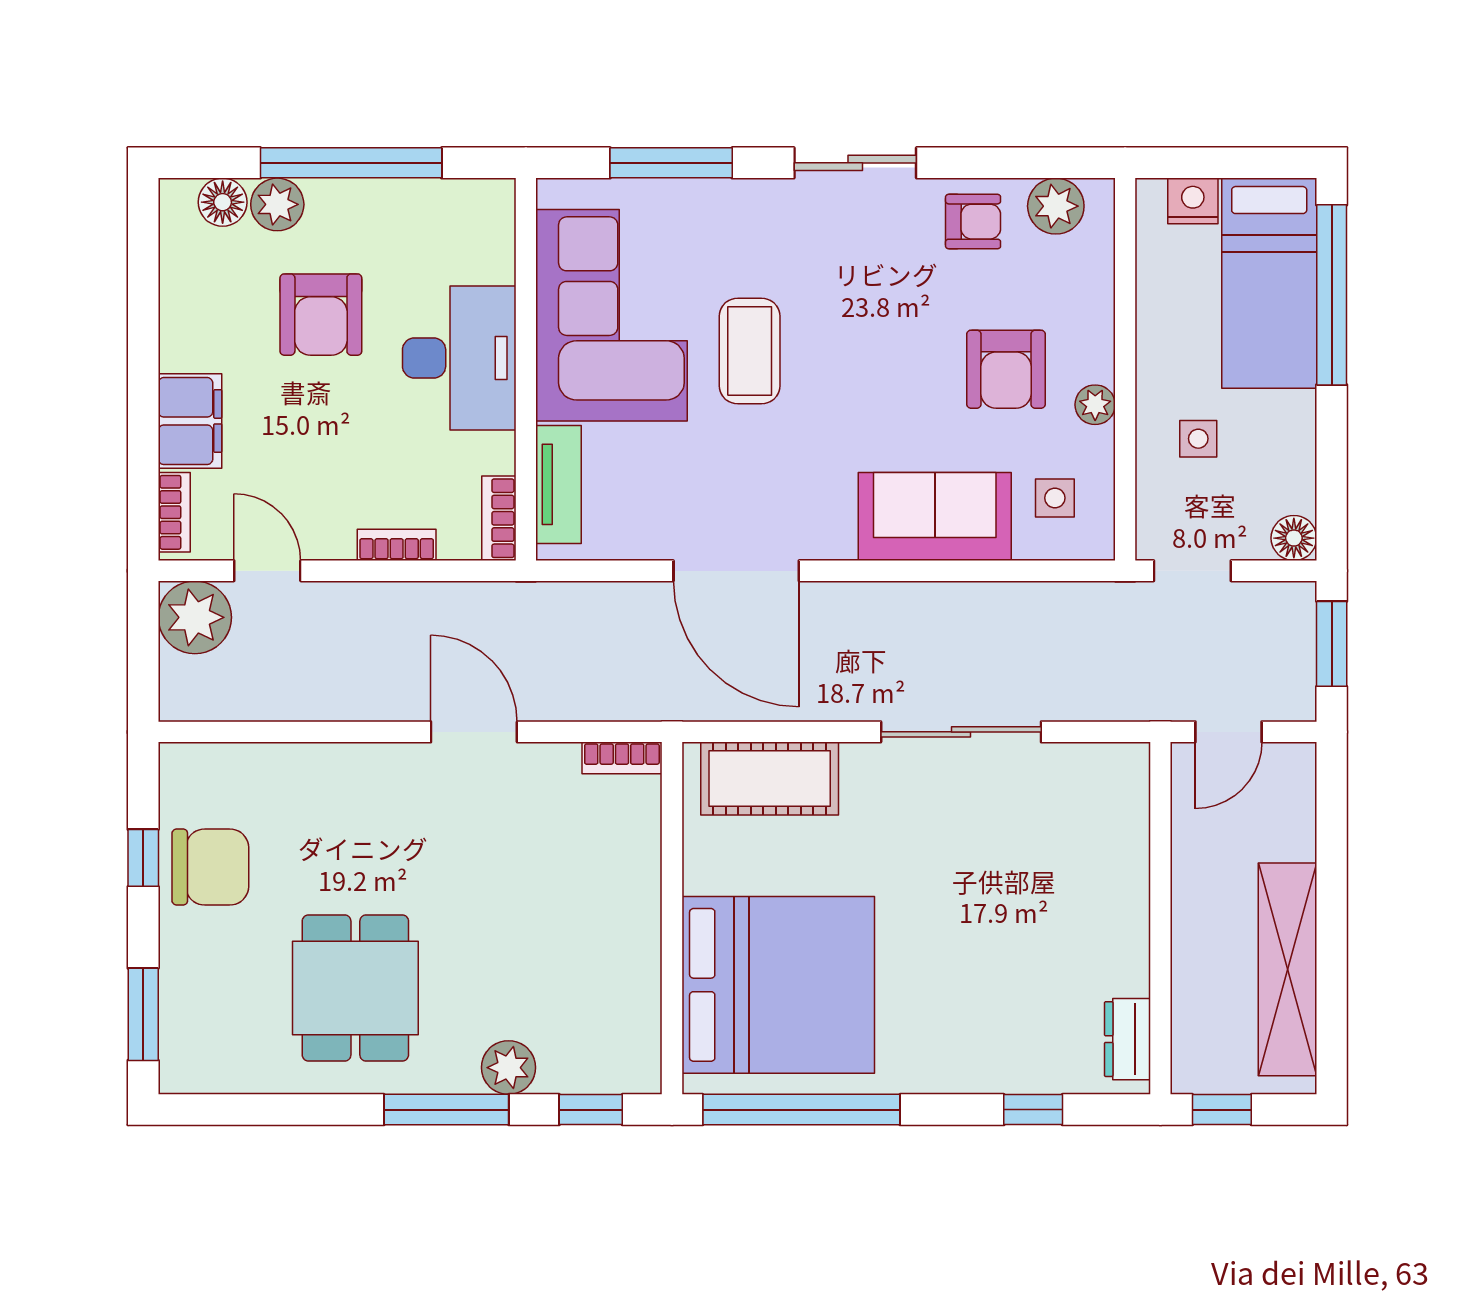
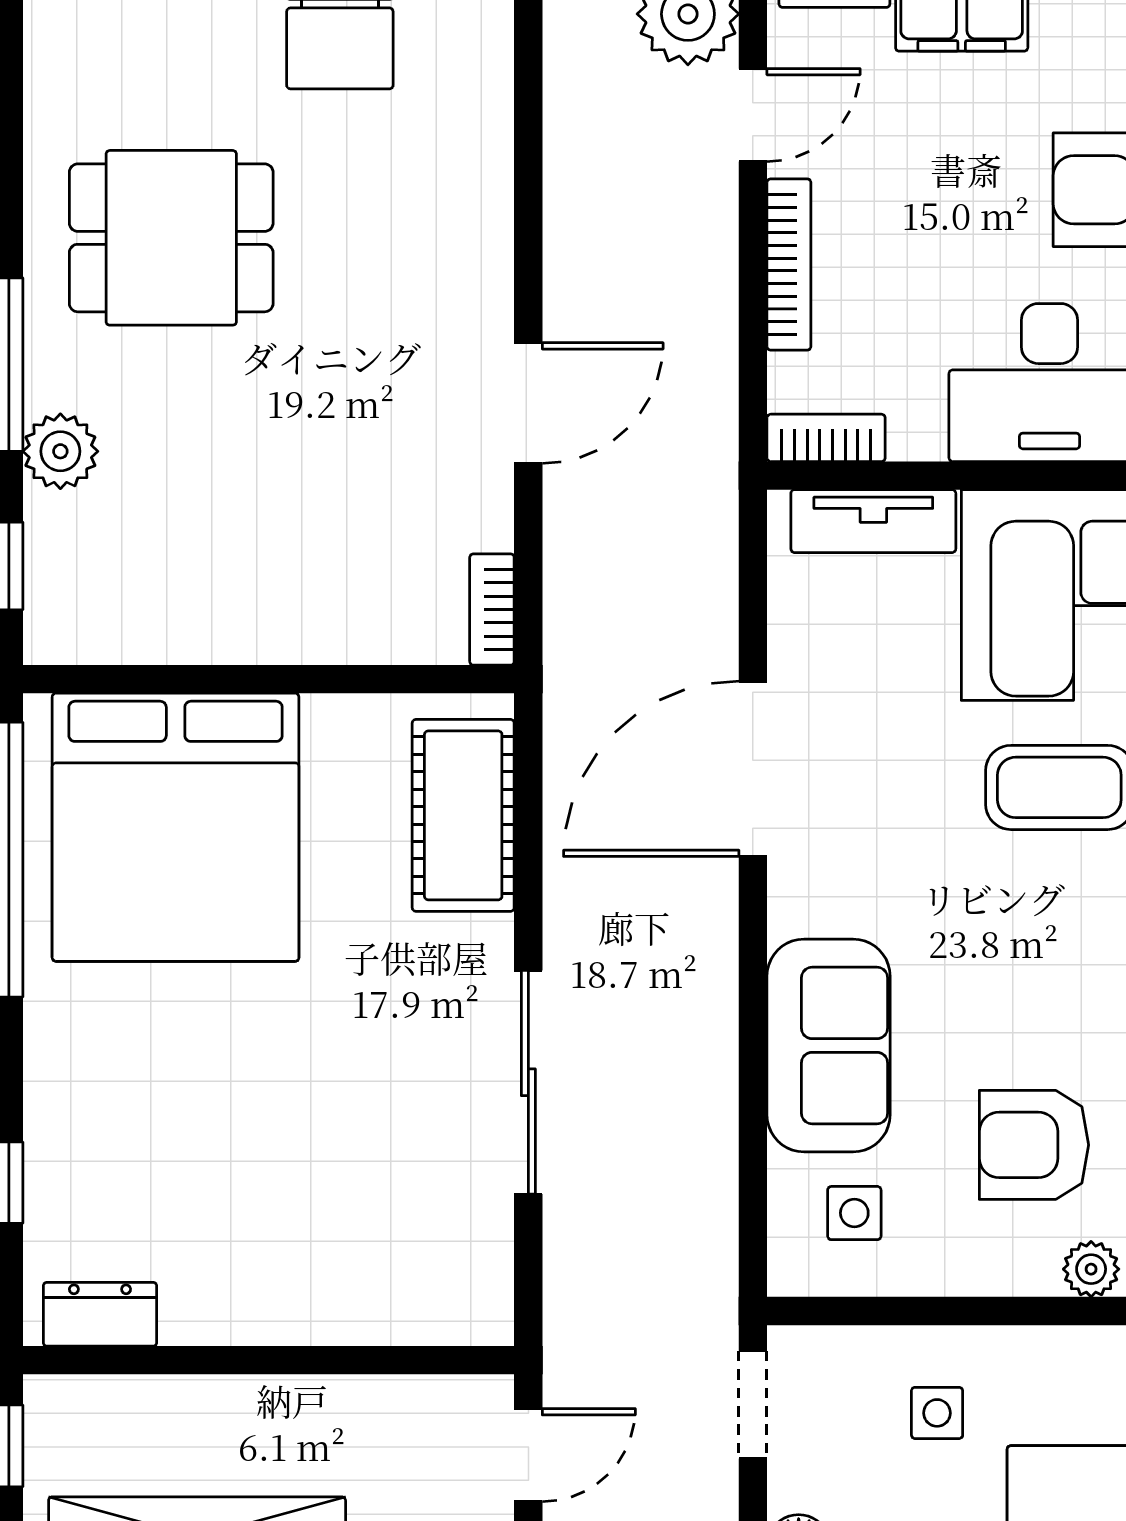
plant: (1095, 405) -> (1091, 1269), moved
bookcase: (397, 545) -> (789, 264), width x1.56
door: (1229, 732) -> (528, 1455), swing flipped

